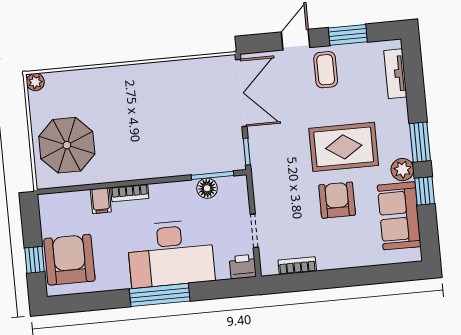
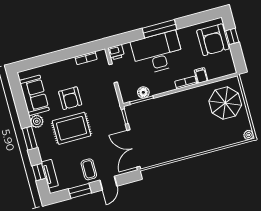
window: (425, 191) -> (39, 172), moved

